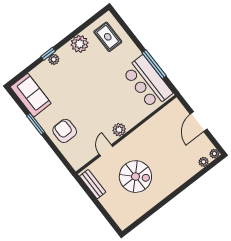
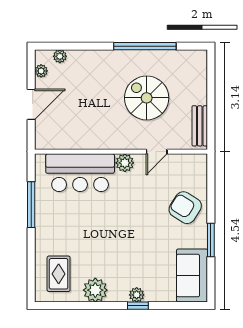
bar counter: (147, 82) -> (80, 173), moved, turned 90
armchair: (65, 131) -> (185, 208), turned 122
plant: (214, 154) -> (41, 71), moved
window: (159, 205) -> (145, 46), added

